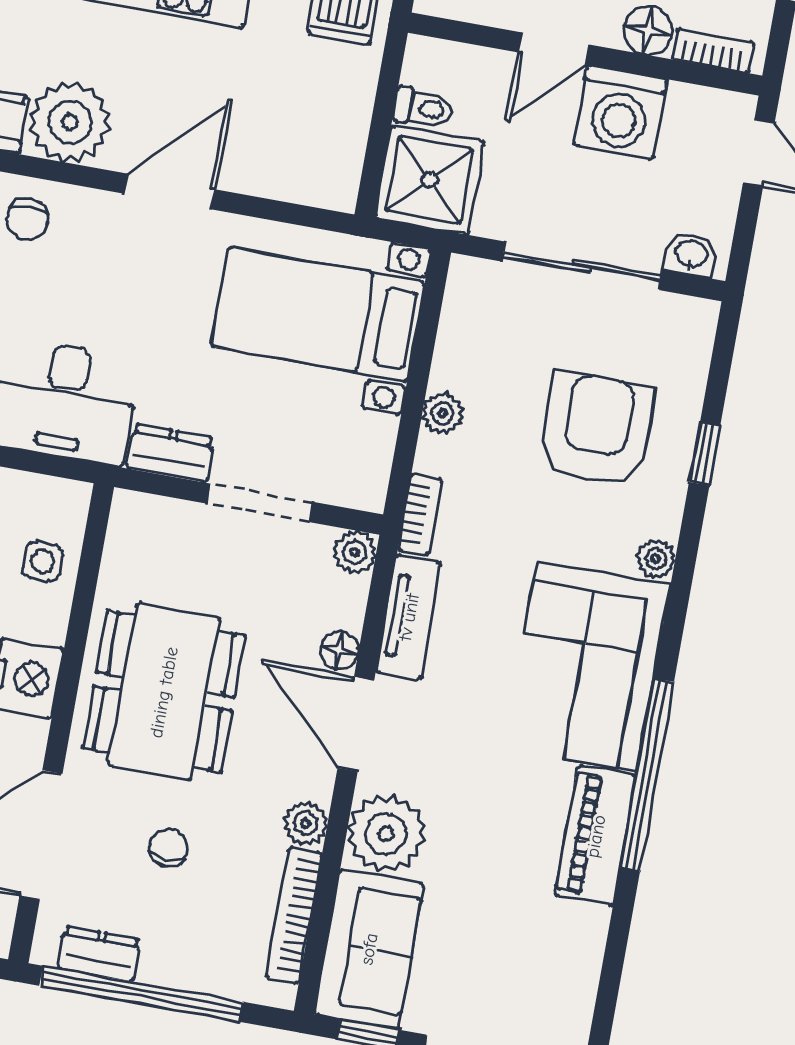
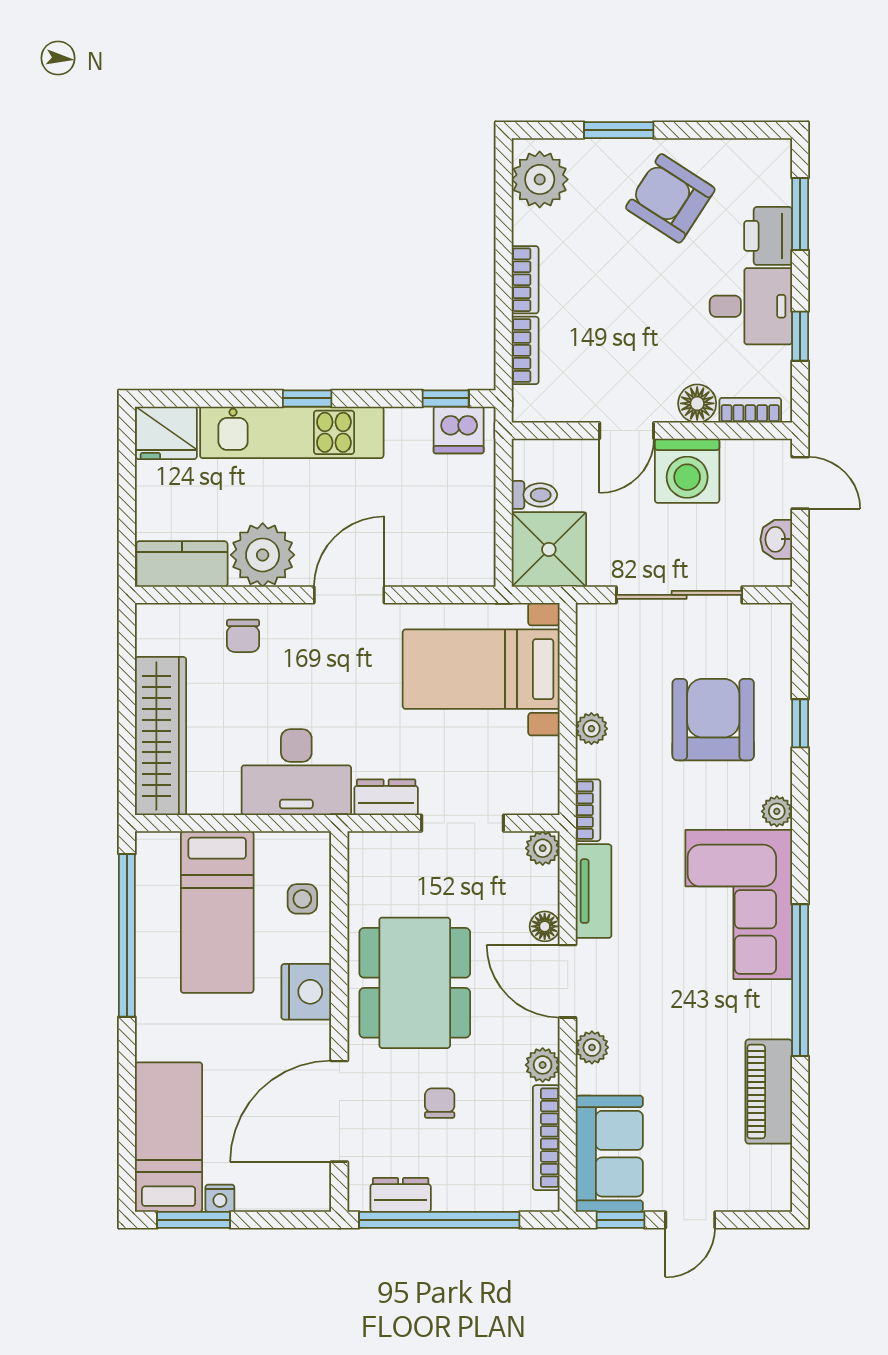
washbasin: (691, 255) -> (776, 539), moved, turned -90
plant: (386, 834) -> (592, 1047), width x0.53, depth x0.53
piano: (596, 836) -> (769, 1092), moved

